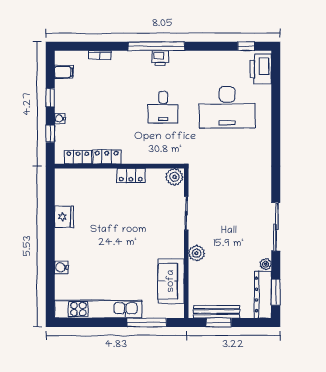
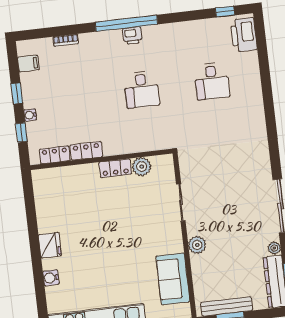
desk: (227, 107) -> (212, 81), width x0.53, depth x0.77
plant: (174, 177) -> (142, 167), moved
fridge: (64, 217) -> (50, 245), moved

